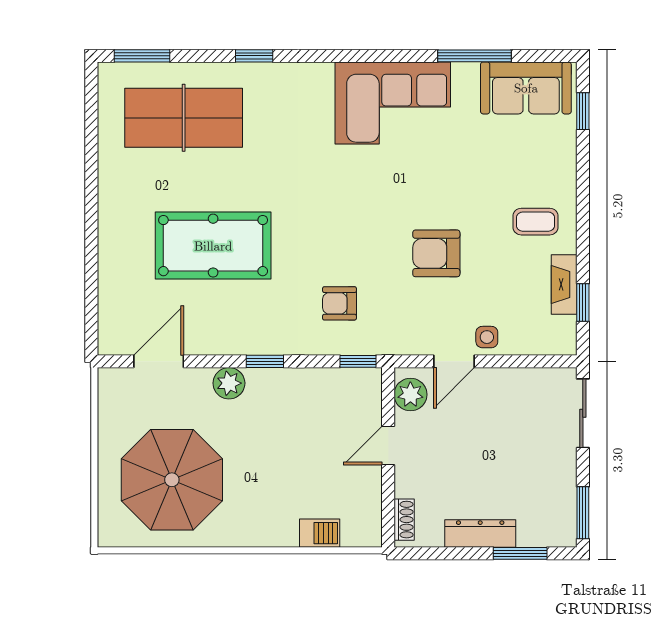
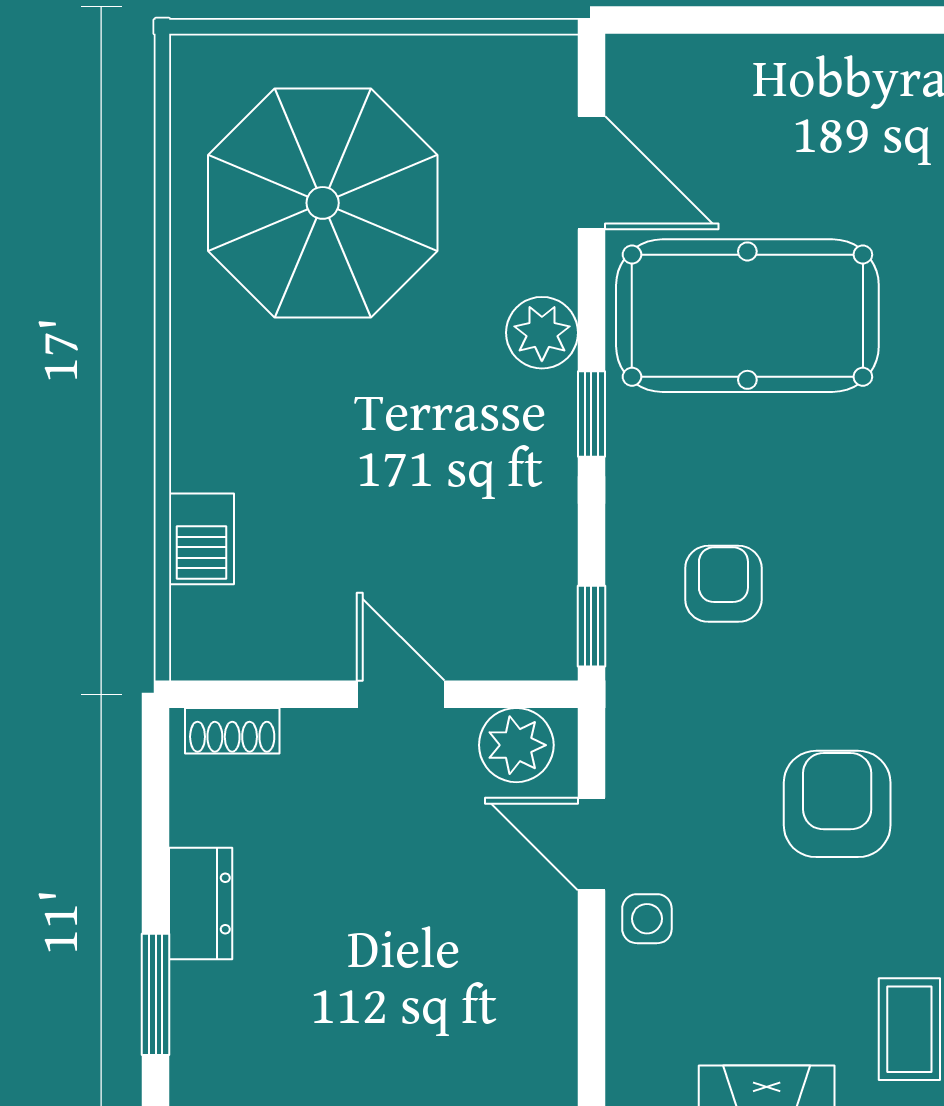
pool table: (213, 246) -> (747, 316), moved, turned 90
dresser: (480, 533) -> (201, 904), width x0.70

